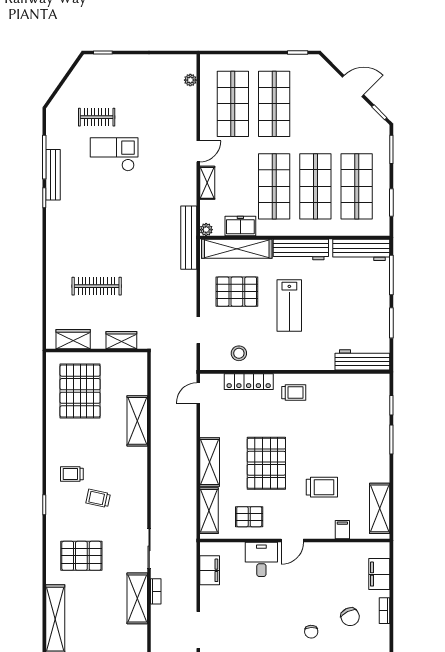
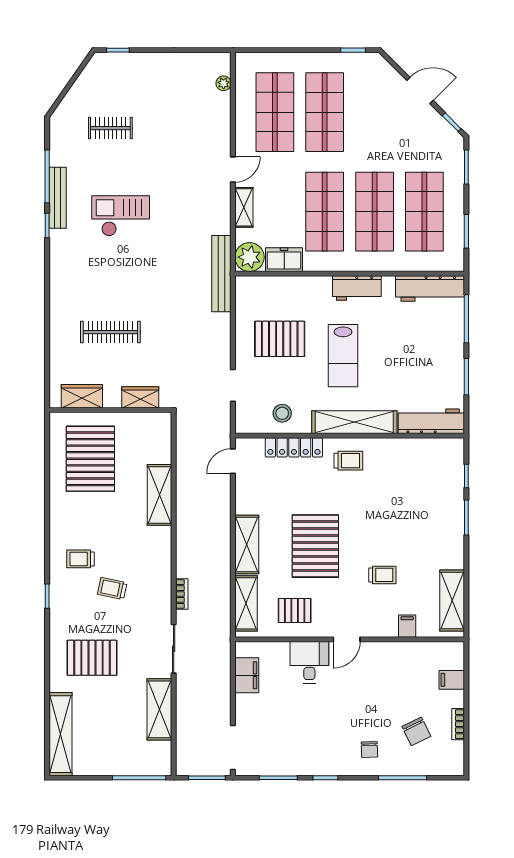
checkout: (114, 154) -> (121, 216), moved
plant: (206, 230) -> (249, 257), width x1.88, depth x1.88
shelving: (237, 249) -> (354, 422), moved
workbench: (301, 250) -> (357, 288), width x0.73
trolley: (322, 487) -> (382, 575), width x0.73, depth x0.72
filing cabinet: (379, 574) -> (452, 680), width x0.50
bookcase: (156, 591) -> (182, 594), moved

